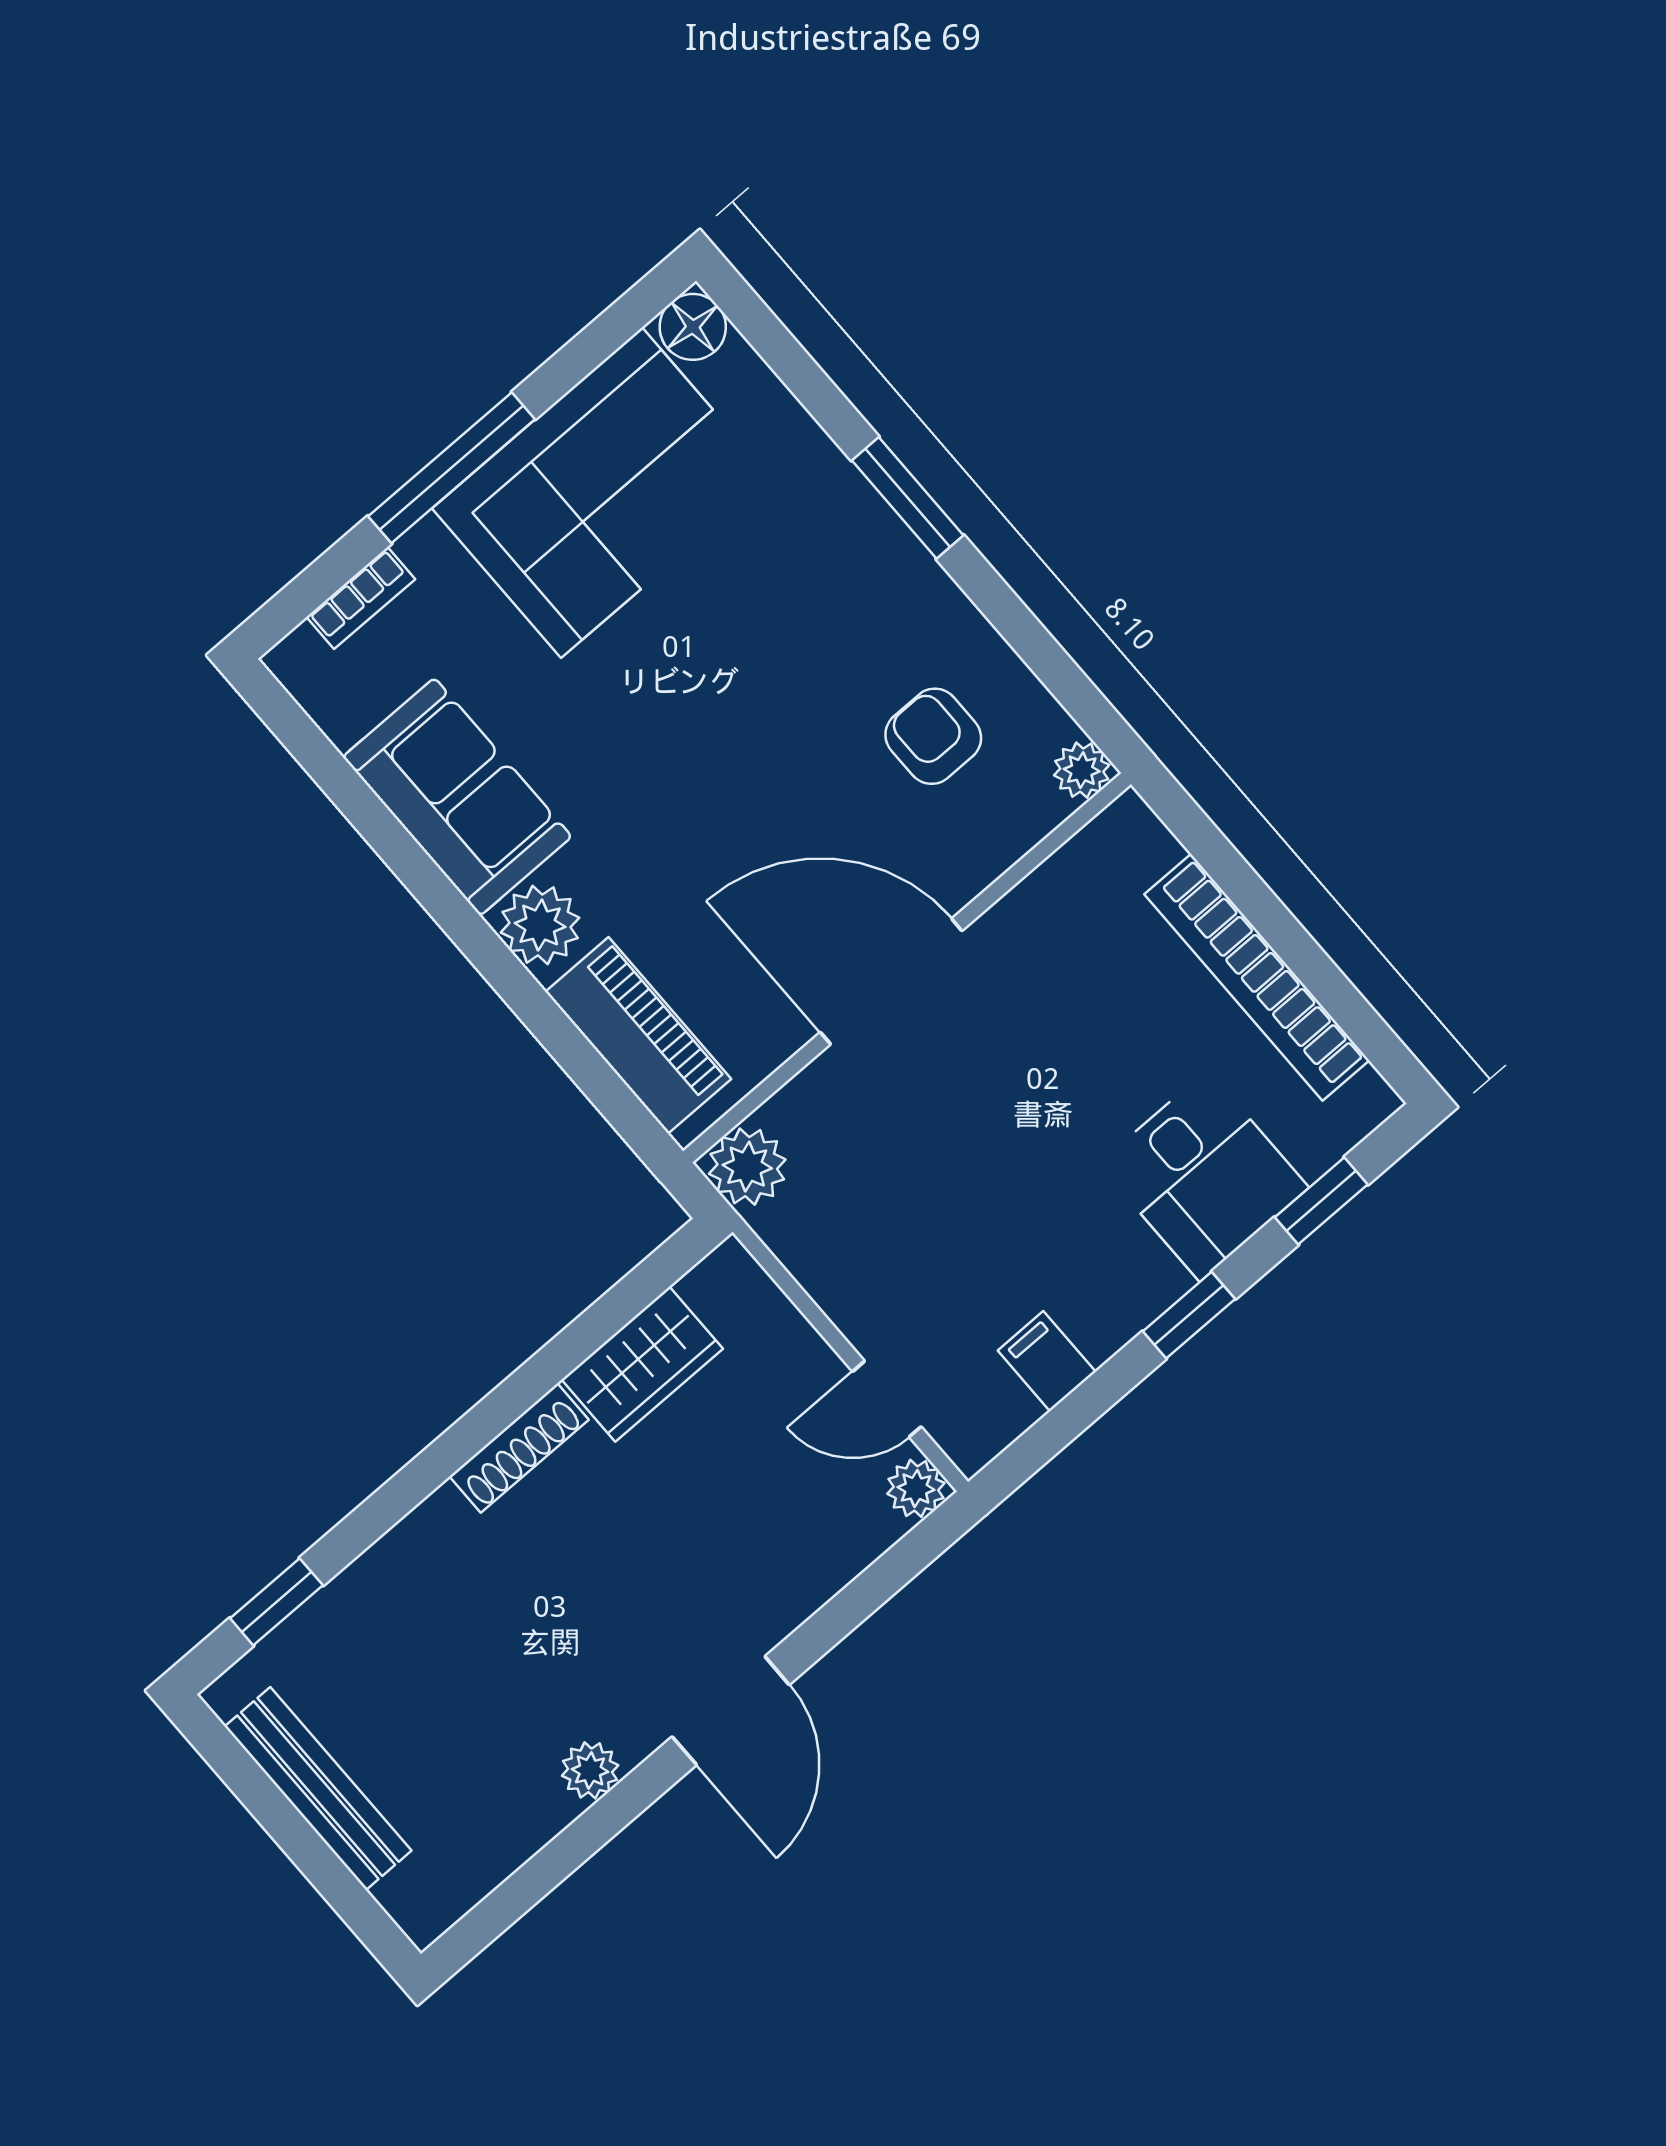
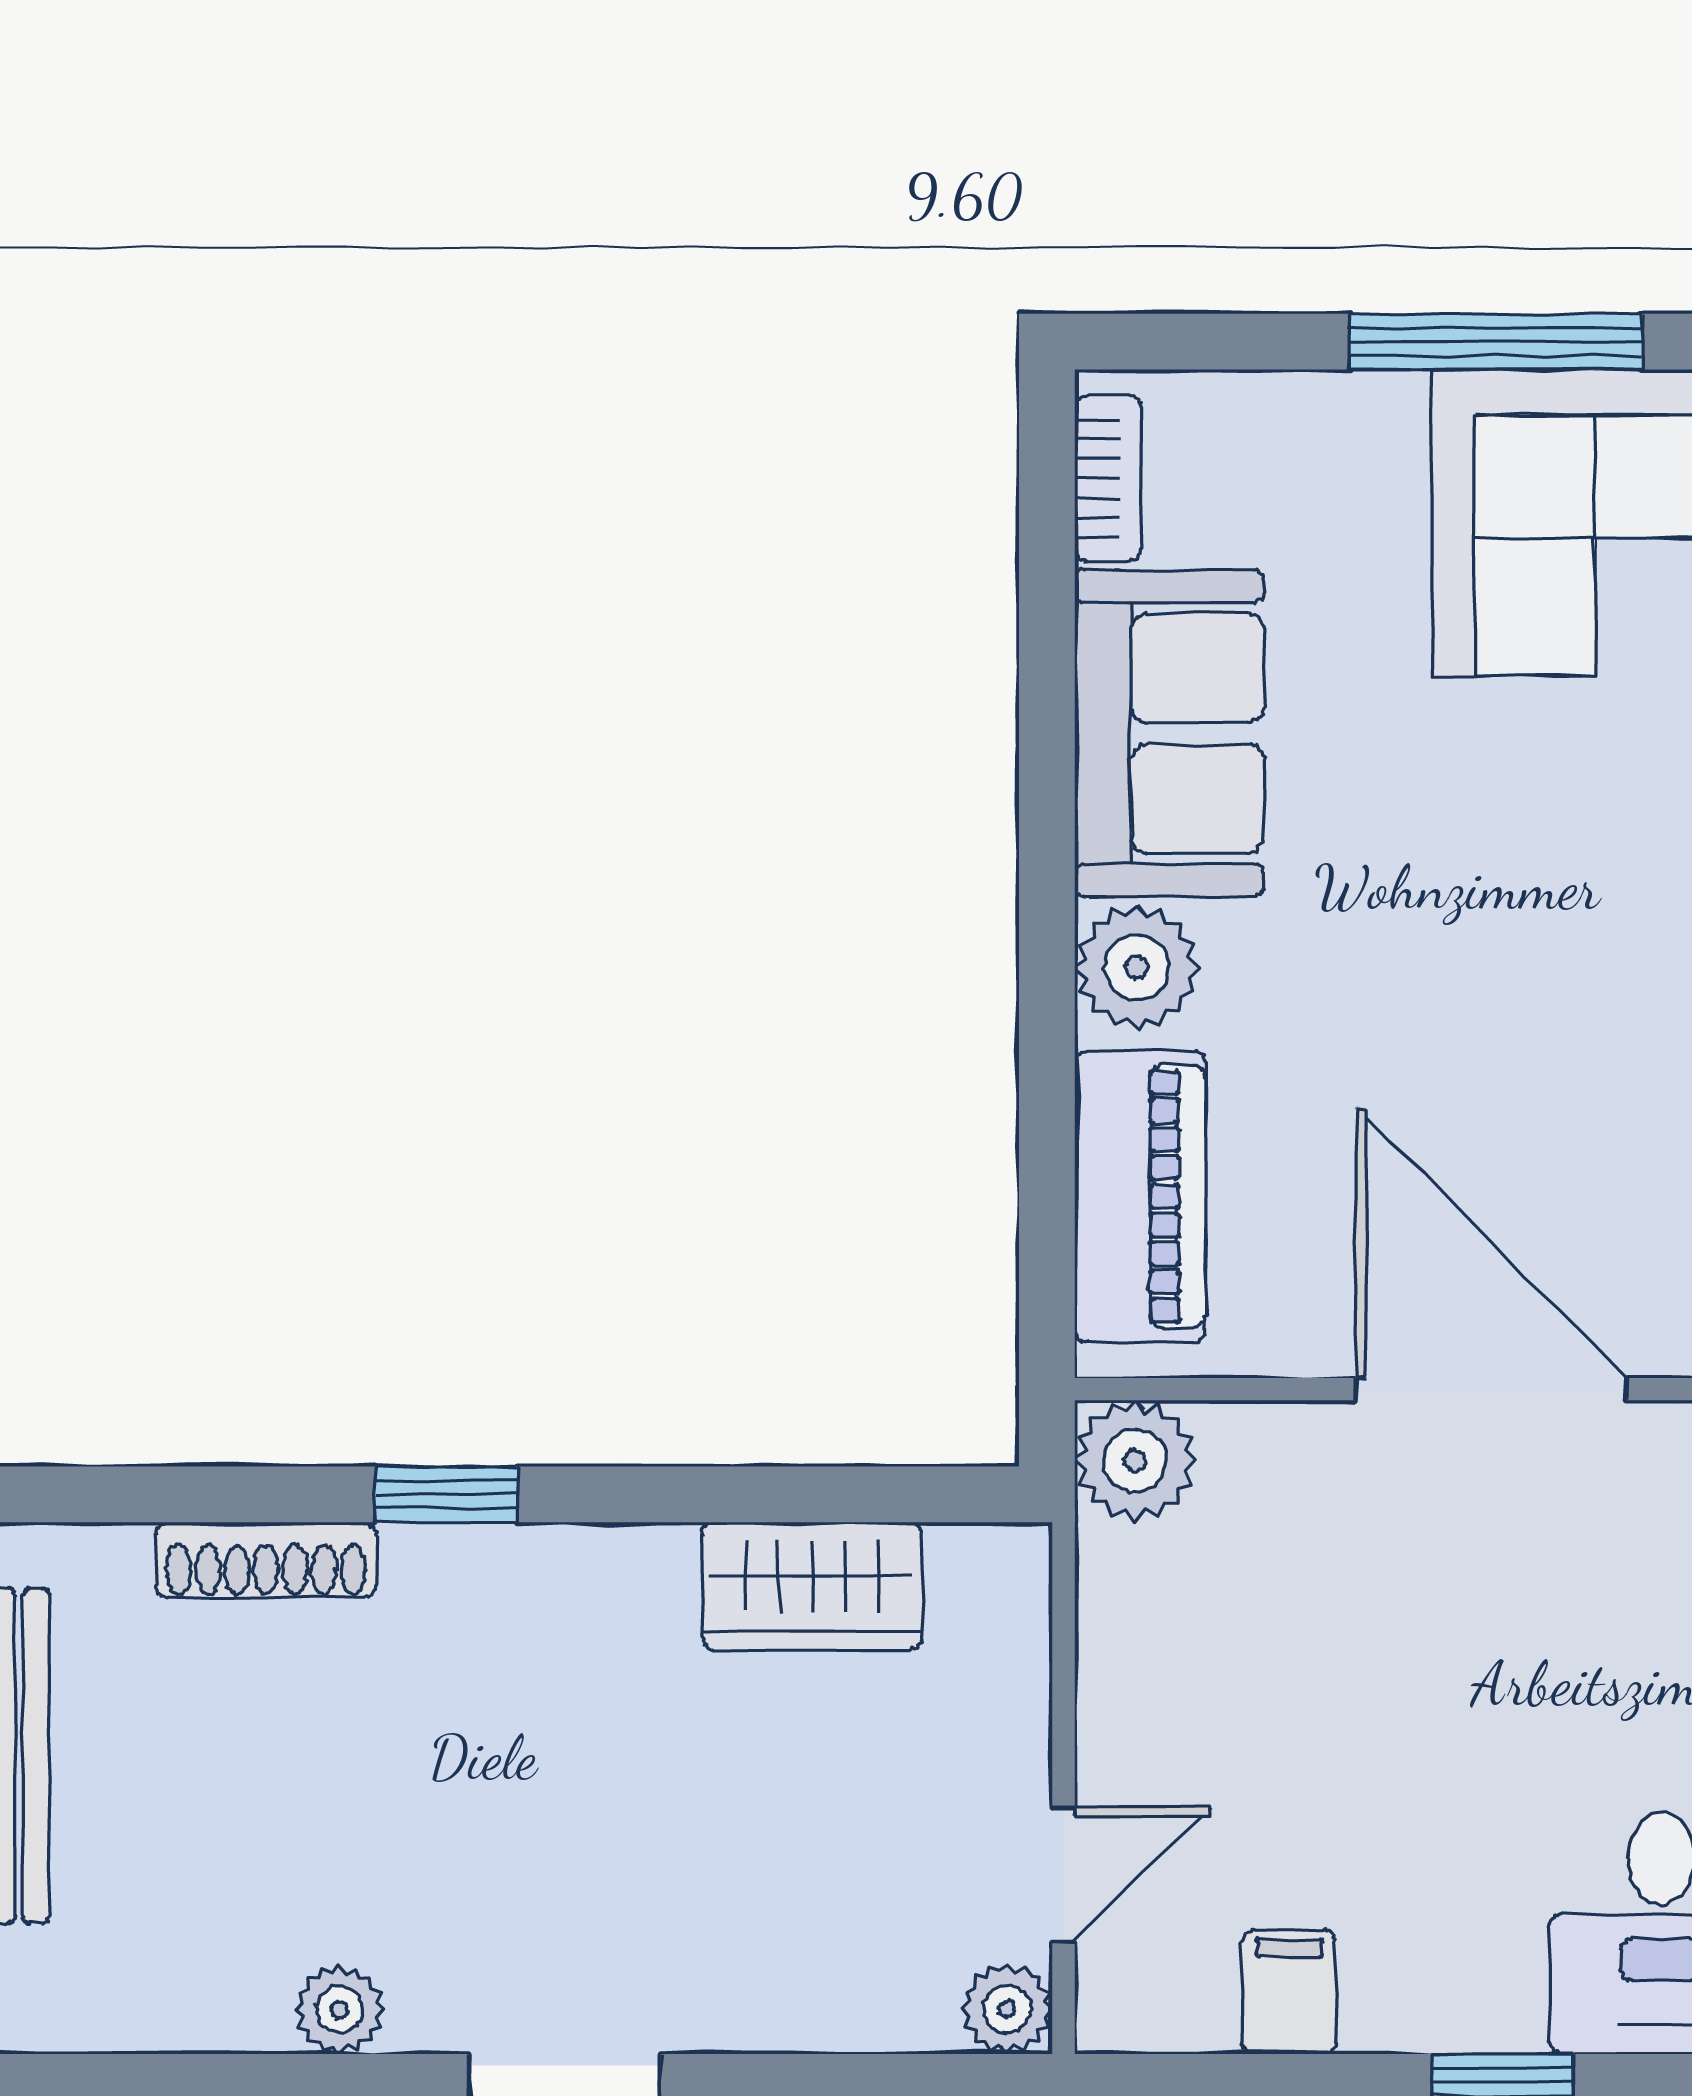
bookcase: (361, 598) -> (1108, 478), moved, turned -90
door: (887, 1399) -> (1064, 1875), swing flipped
shoe rack: (519, 1448) -> (266, 1560), moved
window: (276, 1602) -> (446, 1494), moved

